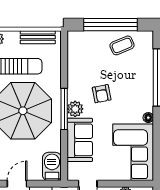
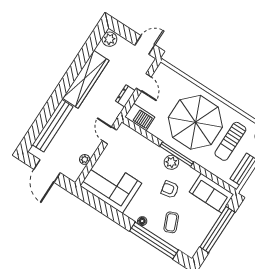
coffee table: (122, 45) -> (171, 222), moved
floor lamp: (148, 118) -> (142, 221), moved
sofa: (80, 140) -> (211, 193), moved

